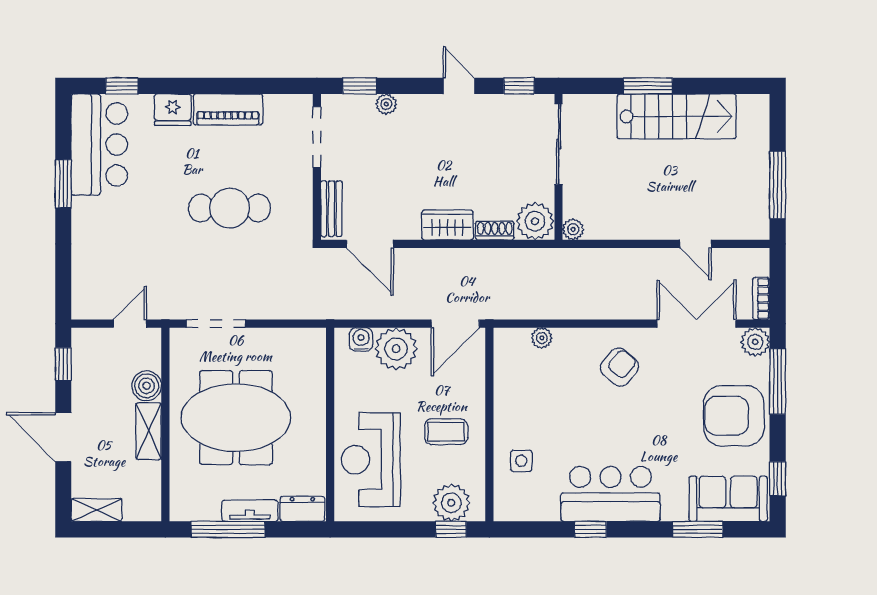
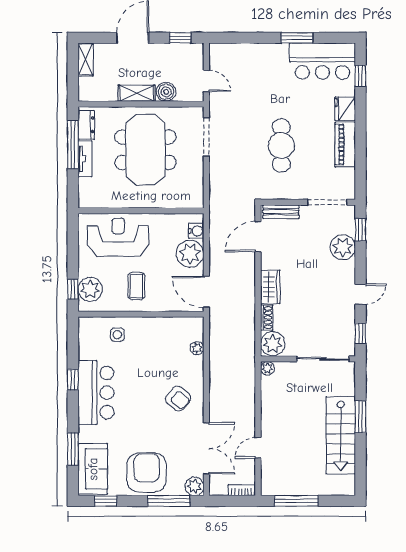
plant: (386, 104) -> (343, 247), width x1.88, depth x1.88
bookcase: (761, 298) -> (242, 490), moved
dresser: (302, 509) -> (86, 125), moved

